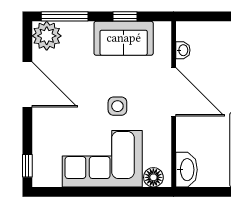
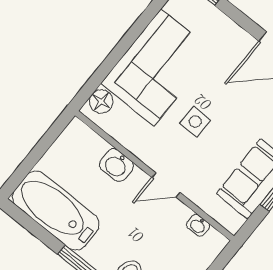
door: (174, 92) -> (166, 185), width x0.53
washbasin: (187, 170) -> (116, 165), moved, width x0.72

